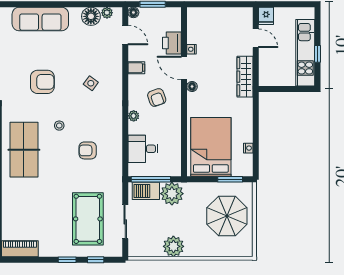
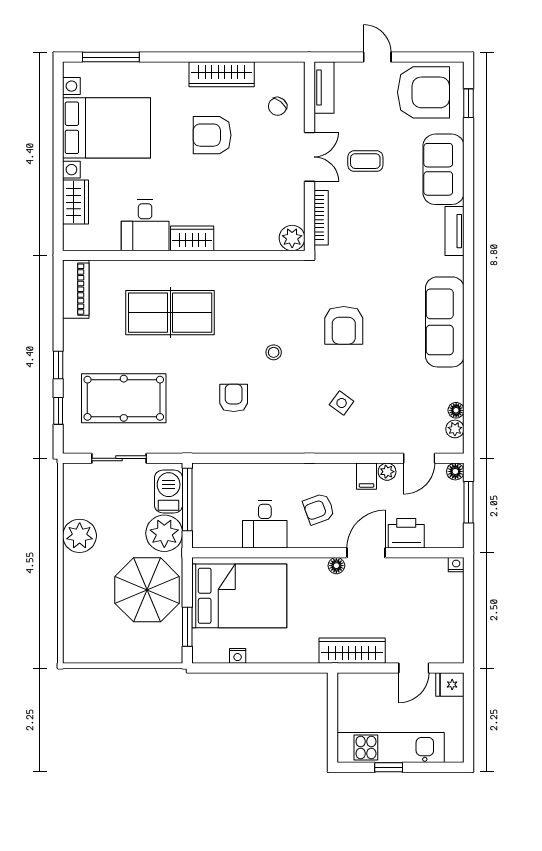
floor lamp: (91, 16) -> (456, 410), width x0.53, depth x0.53
nightstand: (191, 49) -> (456, 565), moved
plant: (134, 116) -> (387, 472), moved
desk: (143, 149) -> (265, 524), moved, turned 180
table tennis table: (24, 150) -> (170, 313), moved
parasol: (227, 216) -> (147, 590), moved

